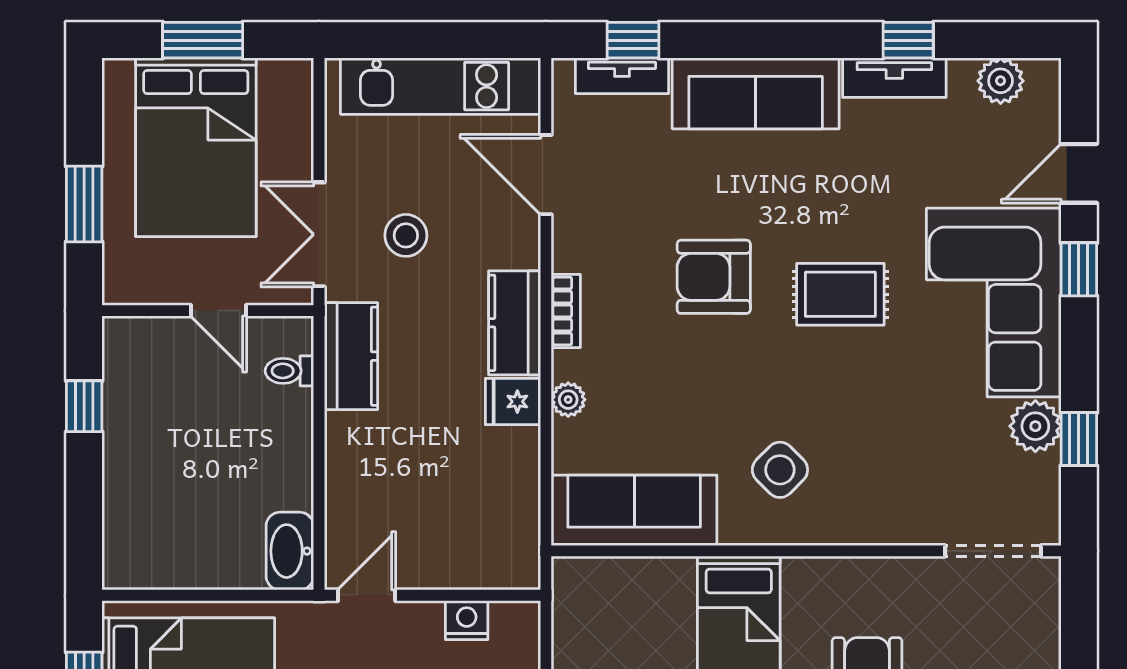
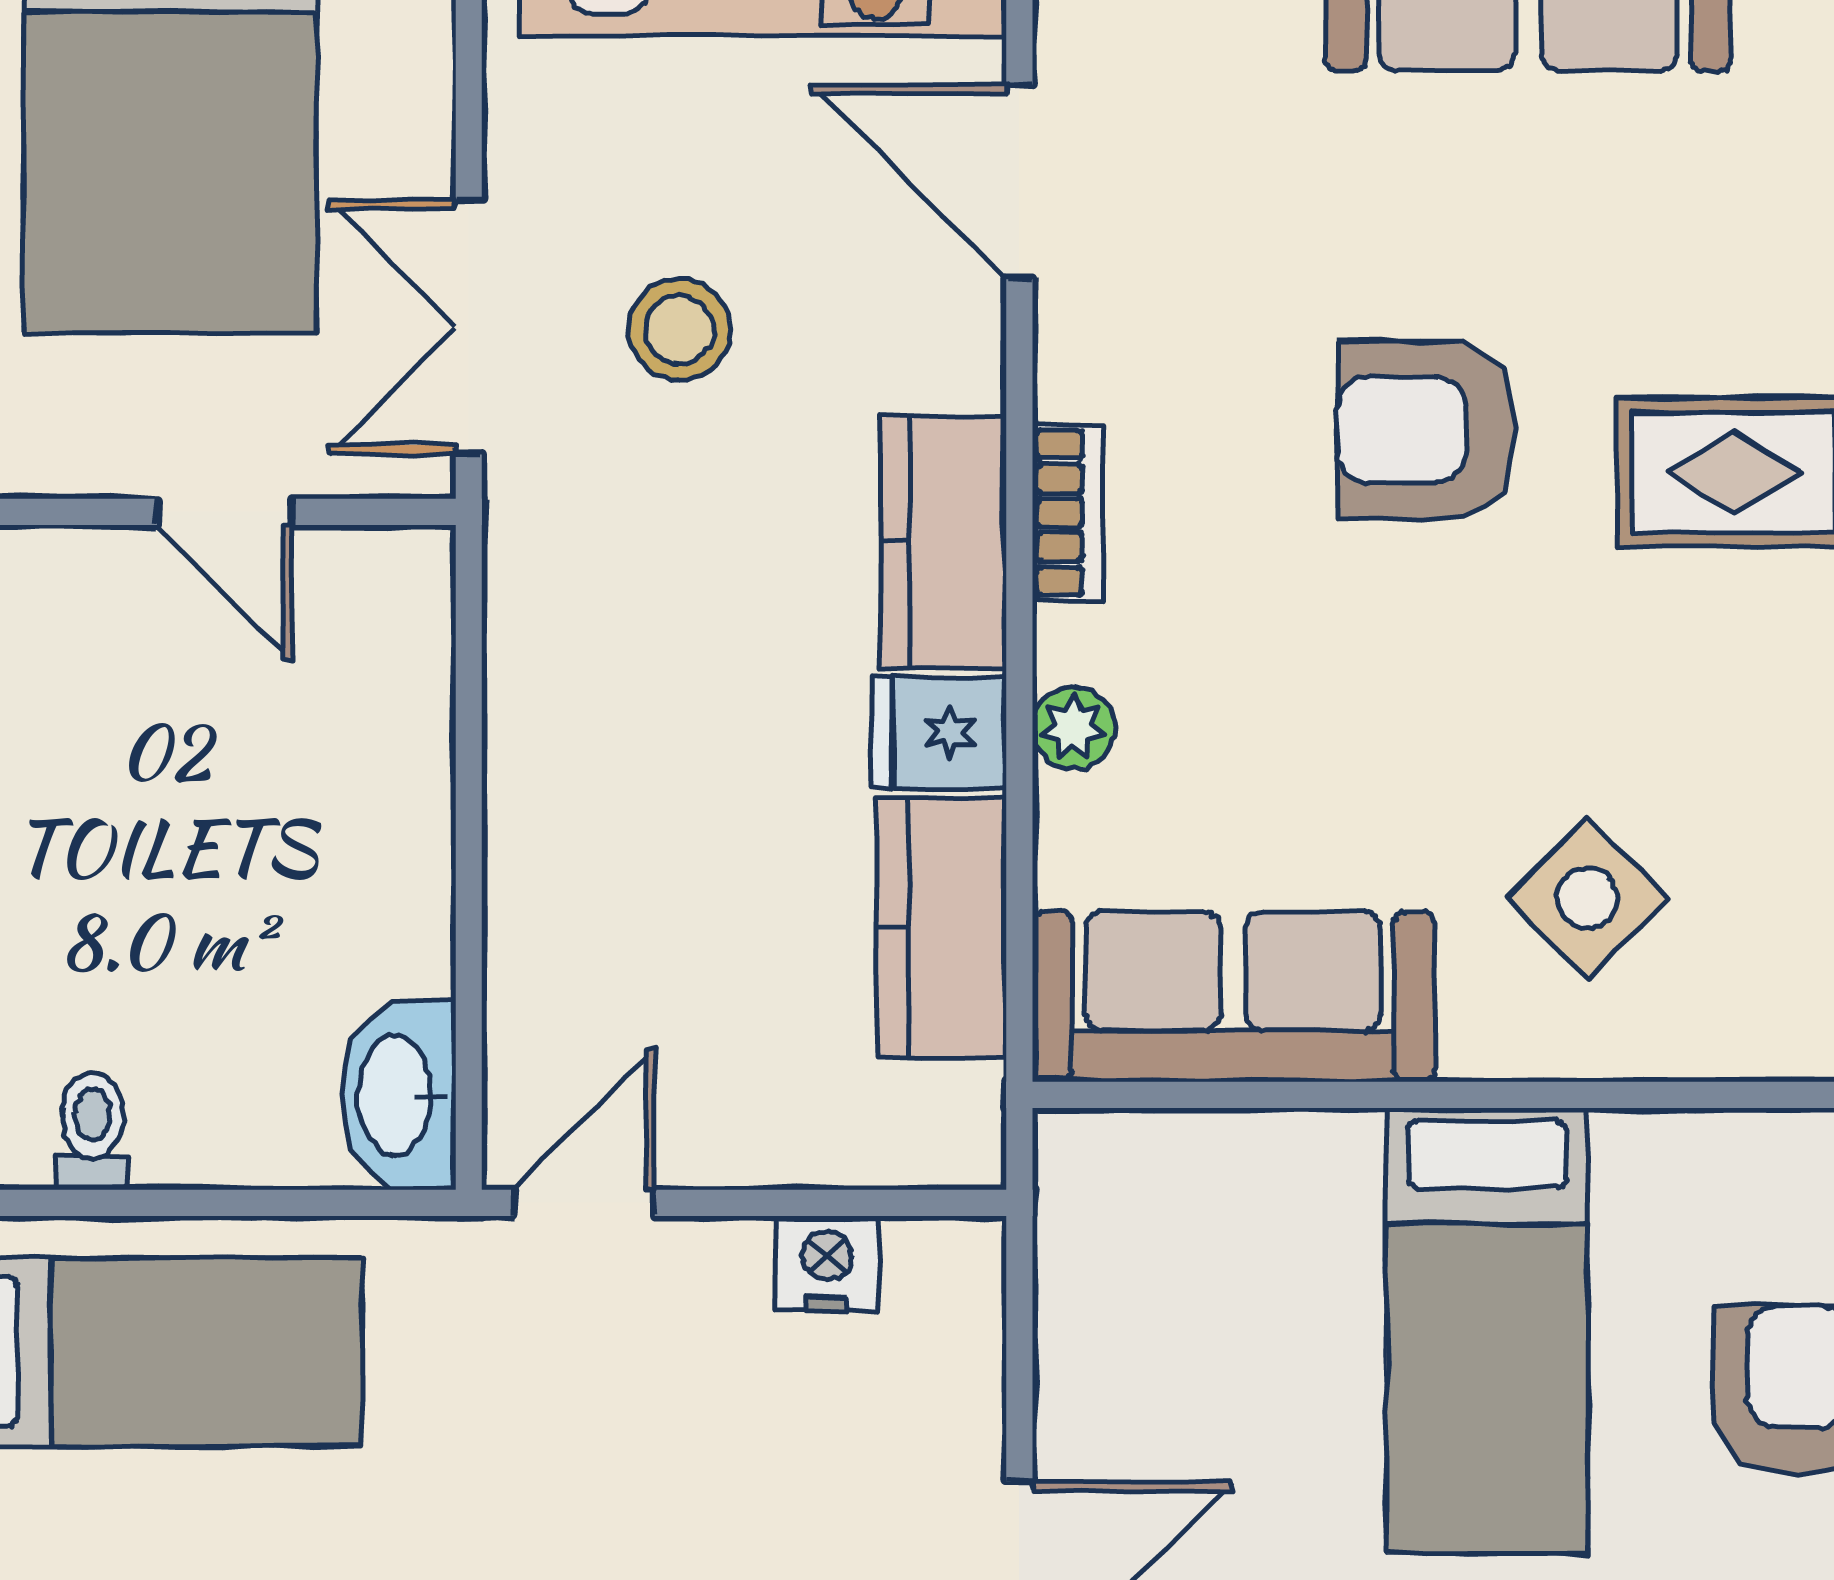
kitchen counter: (351, 356) -> (942, 927), moved, turned 180
toilet: (289, 371) -> (92, 1131), moved, turned 90

